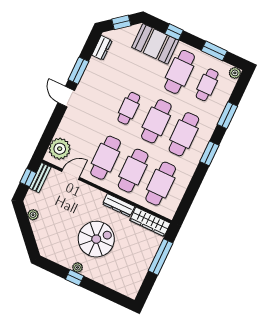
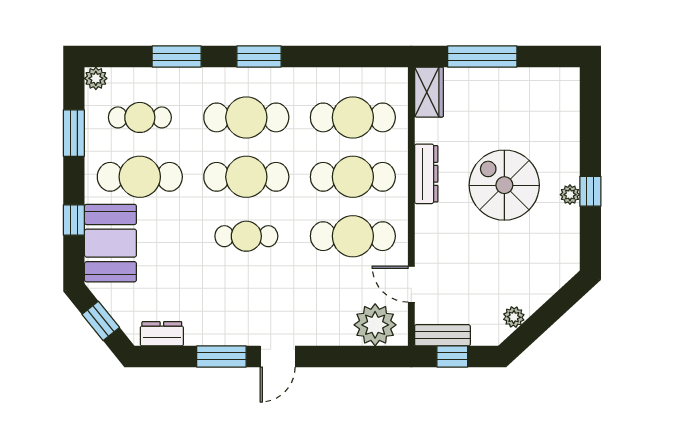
wardrobe: (150, 222) -> (429, 92), width x0.67

